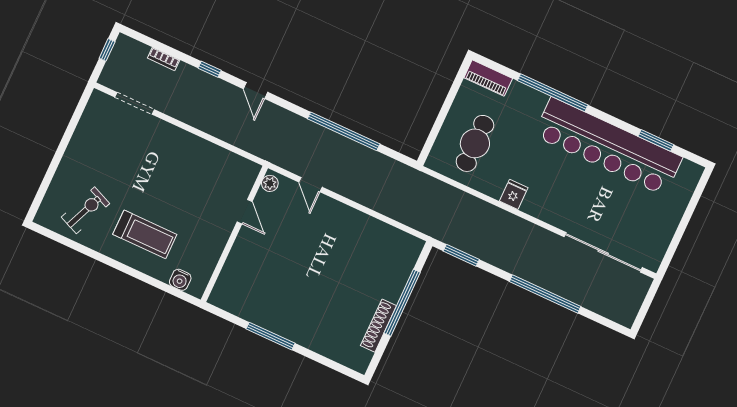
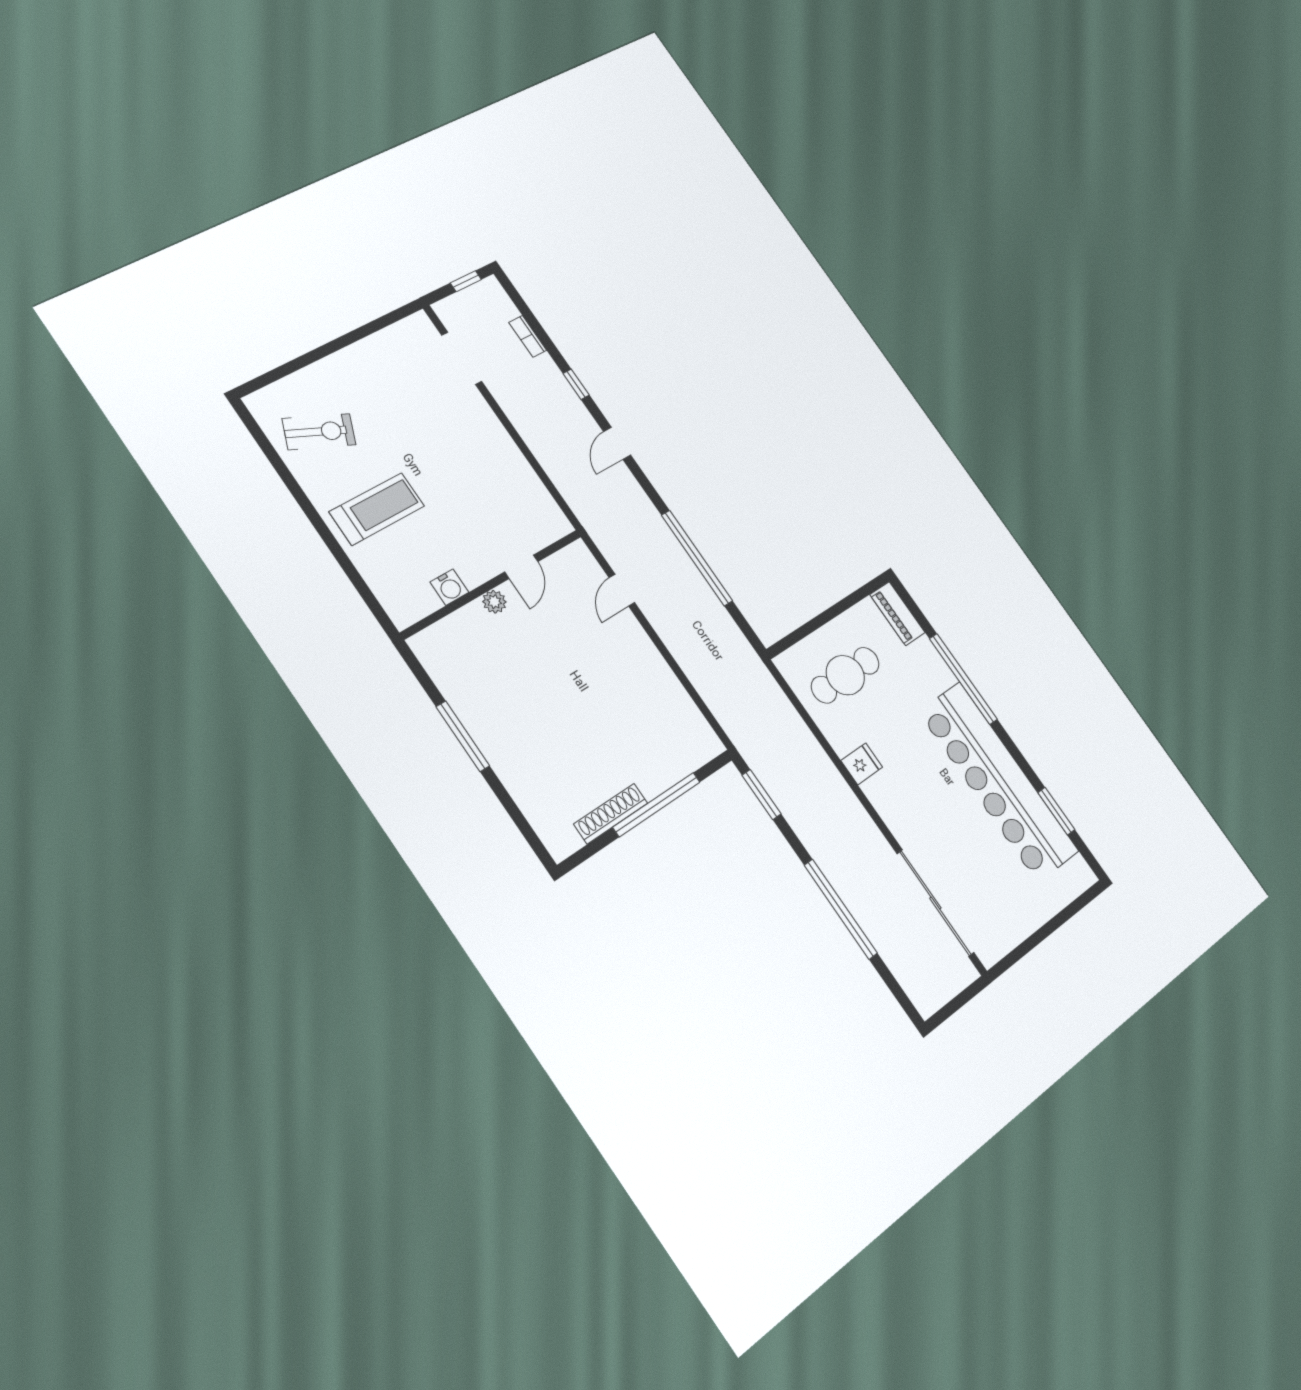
plant: (270, 183) -> (494, 602), moved
treadmill: (145, 234) -> (377, 509), turned -90
water cooler: (180, 280) -> (449, 587), moved, turned -90

